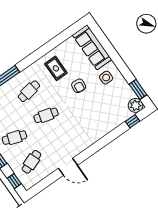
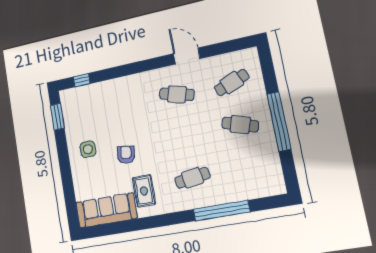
sofa: (92, 47) -> (106, 210), moved, turned -90
plant: (136, 105) -> (69, 98), removed
cafe table: (46, 115) -> (177, 94), moved
window: (14, 181) -> (267, 66), removed

